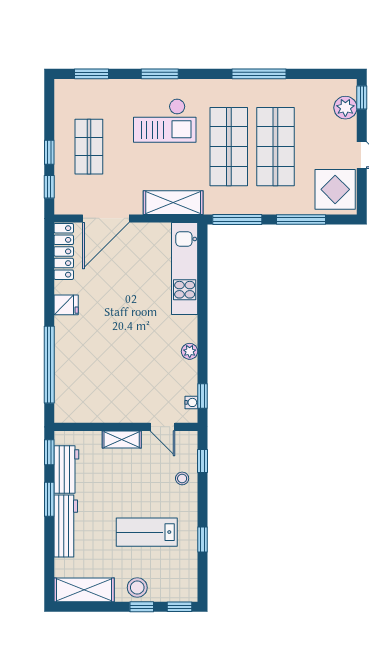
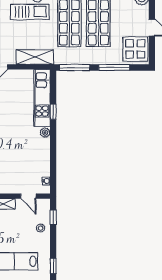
plant: (190, 351) -> (45, 133), moved
window: (203, 396) -> (53, 112), moved

